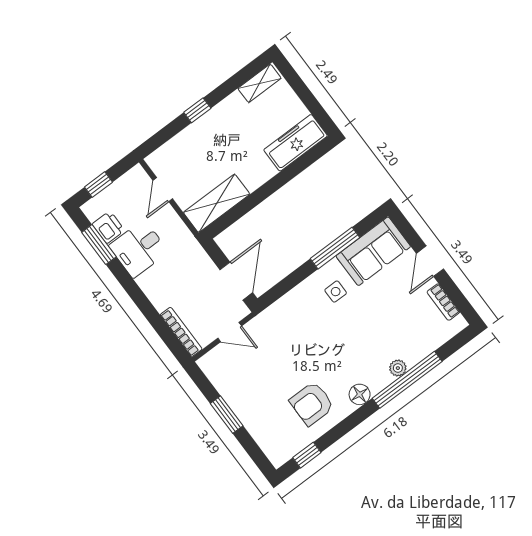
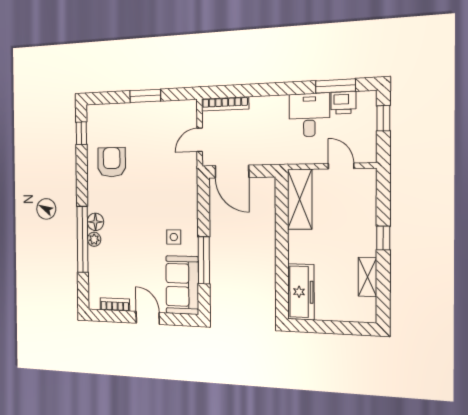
shelving: (259, 83) -> (368, 277), moved
floor lamp: (360, 394) -> (95, 222), moved

